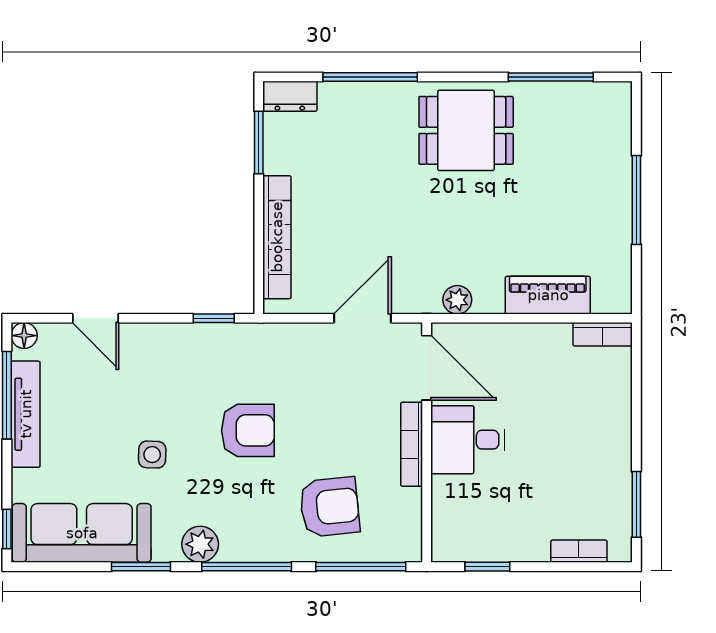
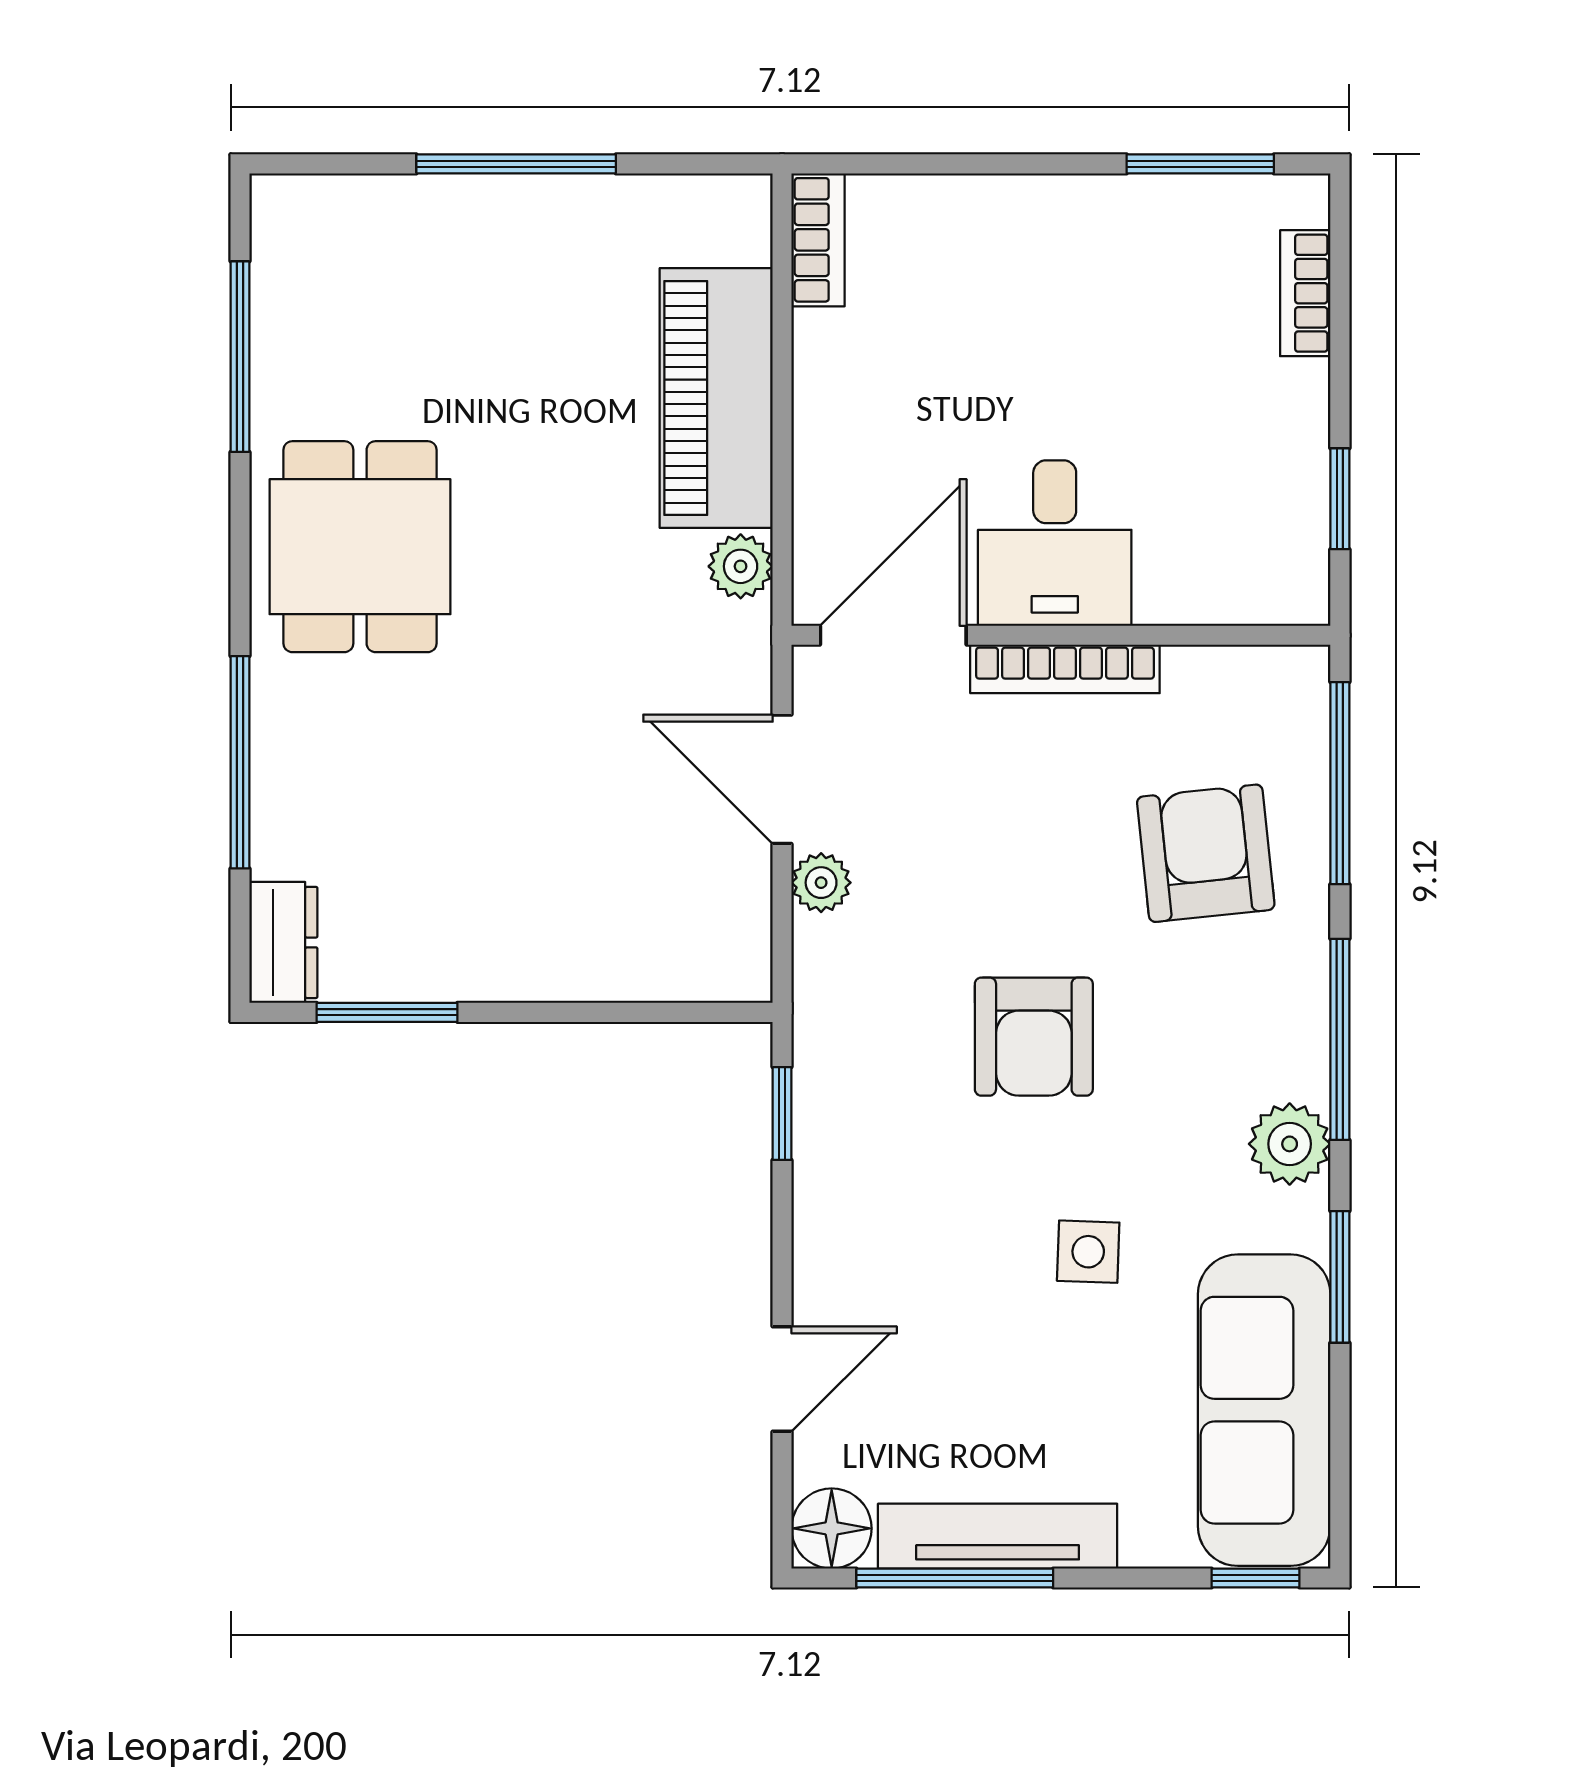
bookcase: (277, 237) -> (600, 972), removed
piano: (548, 295) -> (716, 398), width x1.37, depth x1.33
floor lamp: (24, 336) -> (832, 1528), width x1.37, depth x1.37
plant: (316, 336) -> (821, 883), added
armchair: (248, 430) -> (1034, 1037), turned 180

